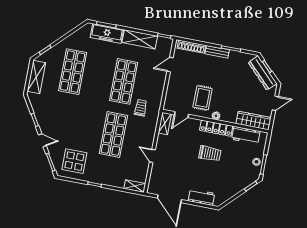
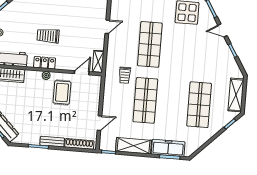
locker: (216, 128) -> (45, 63), width x0.66
door: (152, 156) -> (107, 27), hinge flipped

